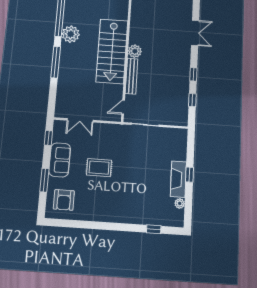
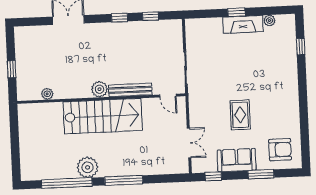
plant: (136, 9) -> (47, 94), added

